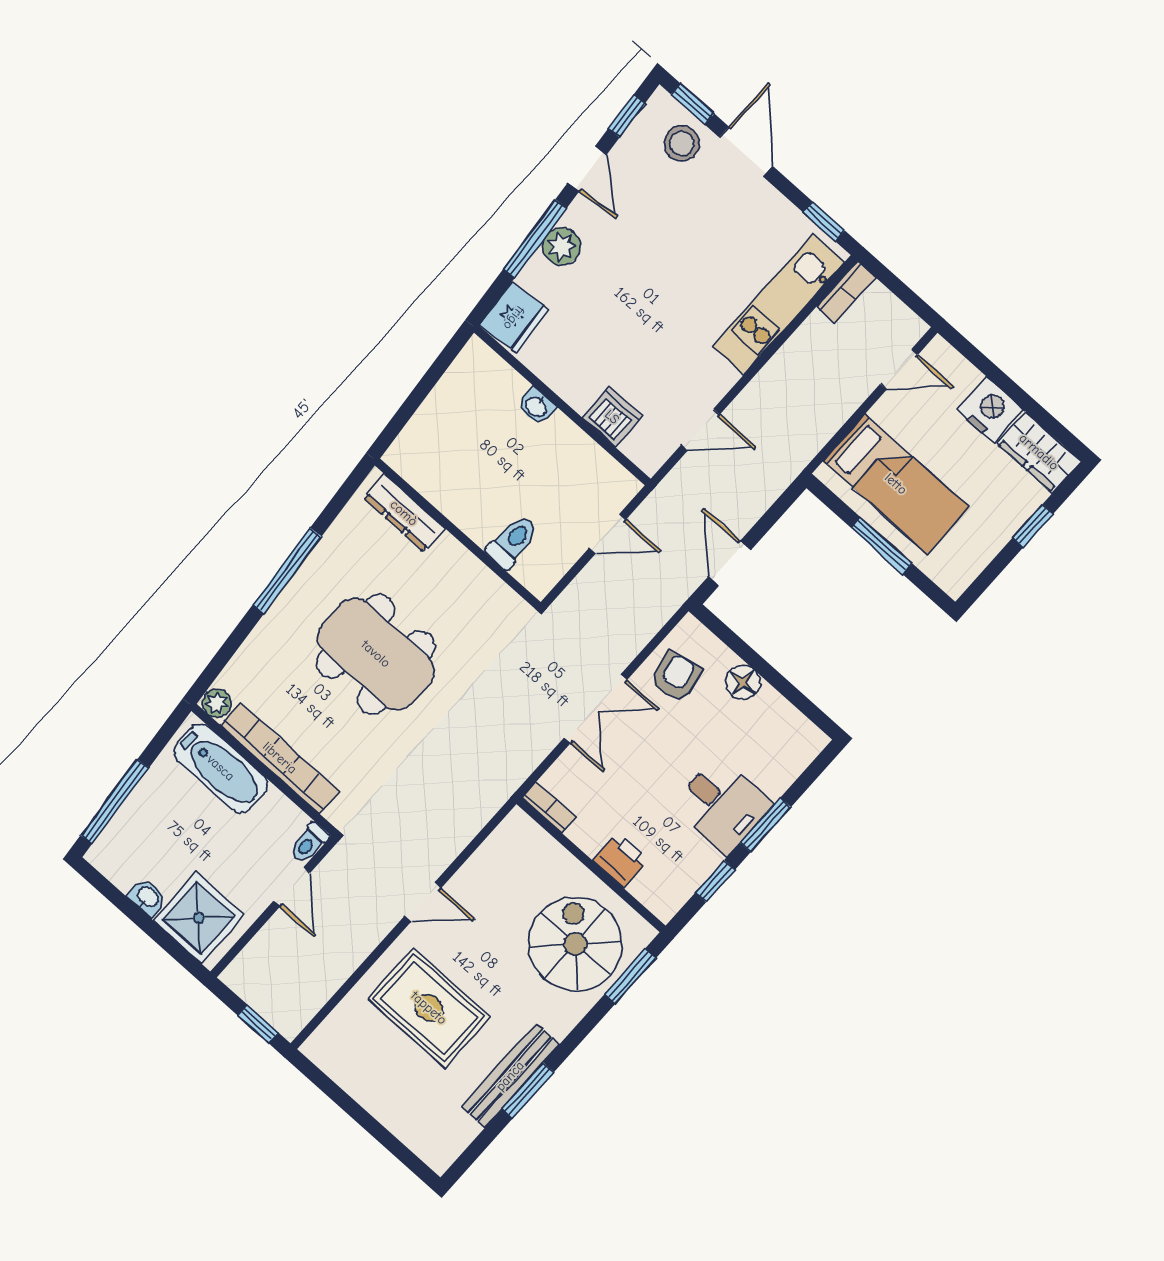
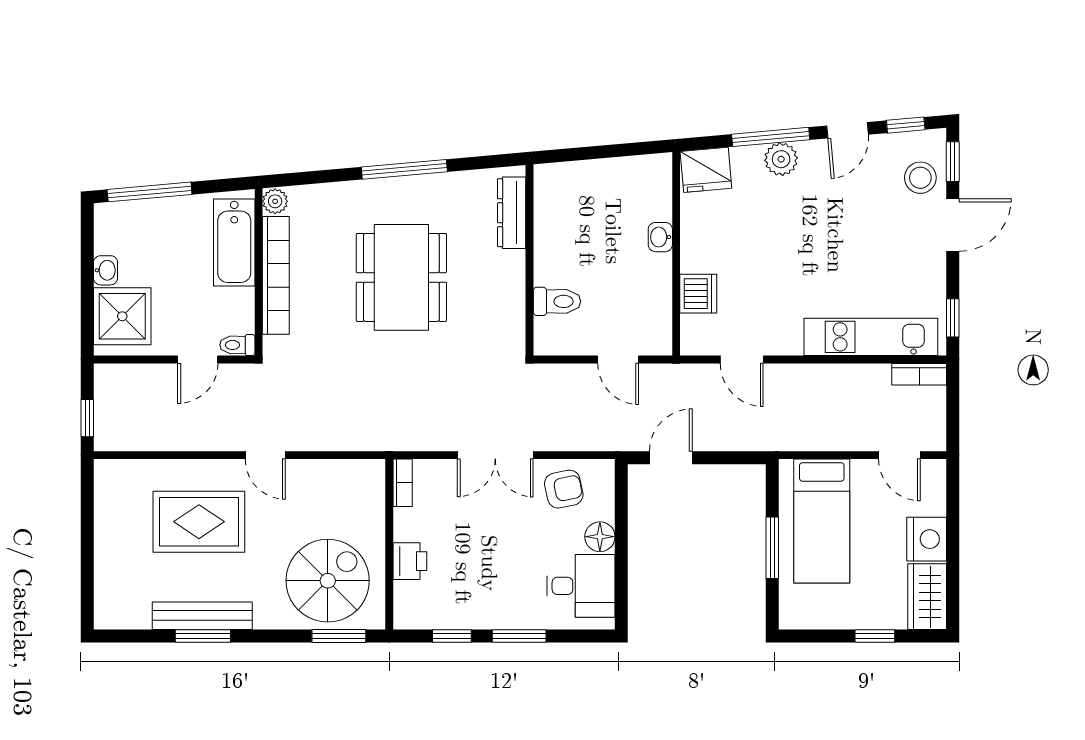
desk: (722, 805) -> (581, 586), moved, turned -90
rug: (429, 1008) -> (199, 522), turned 90

